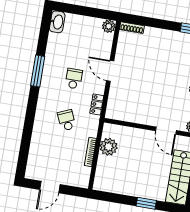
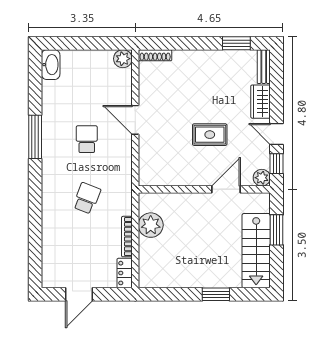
rug: (161, 90) -> (210, 135), added
locker: (97, 104) -> (125, 273), moved
school desk: (67, 120) -> (87, 198), turned 45
door: (166, 131) -> (226, 189), swing flipped

